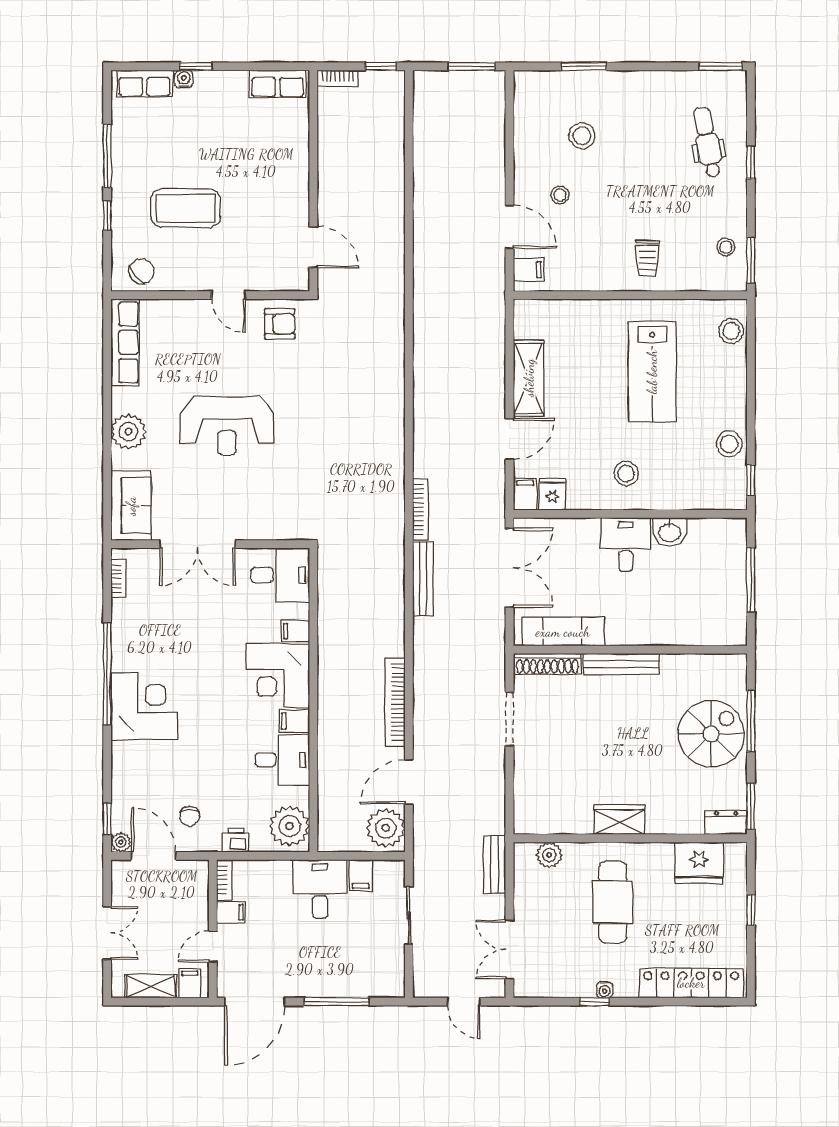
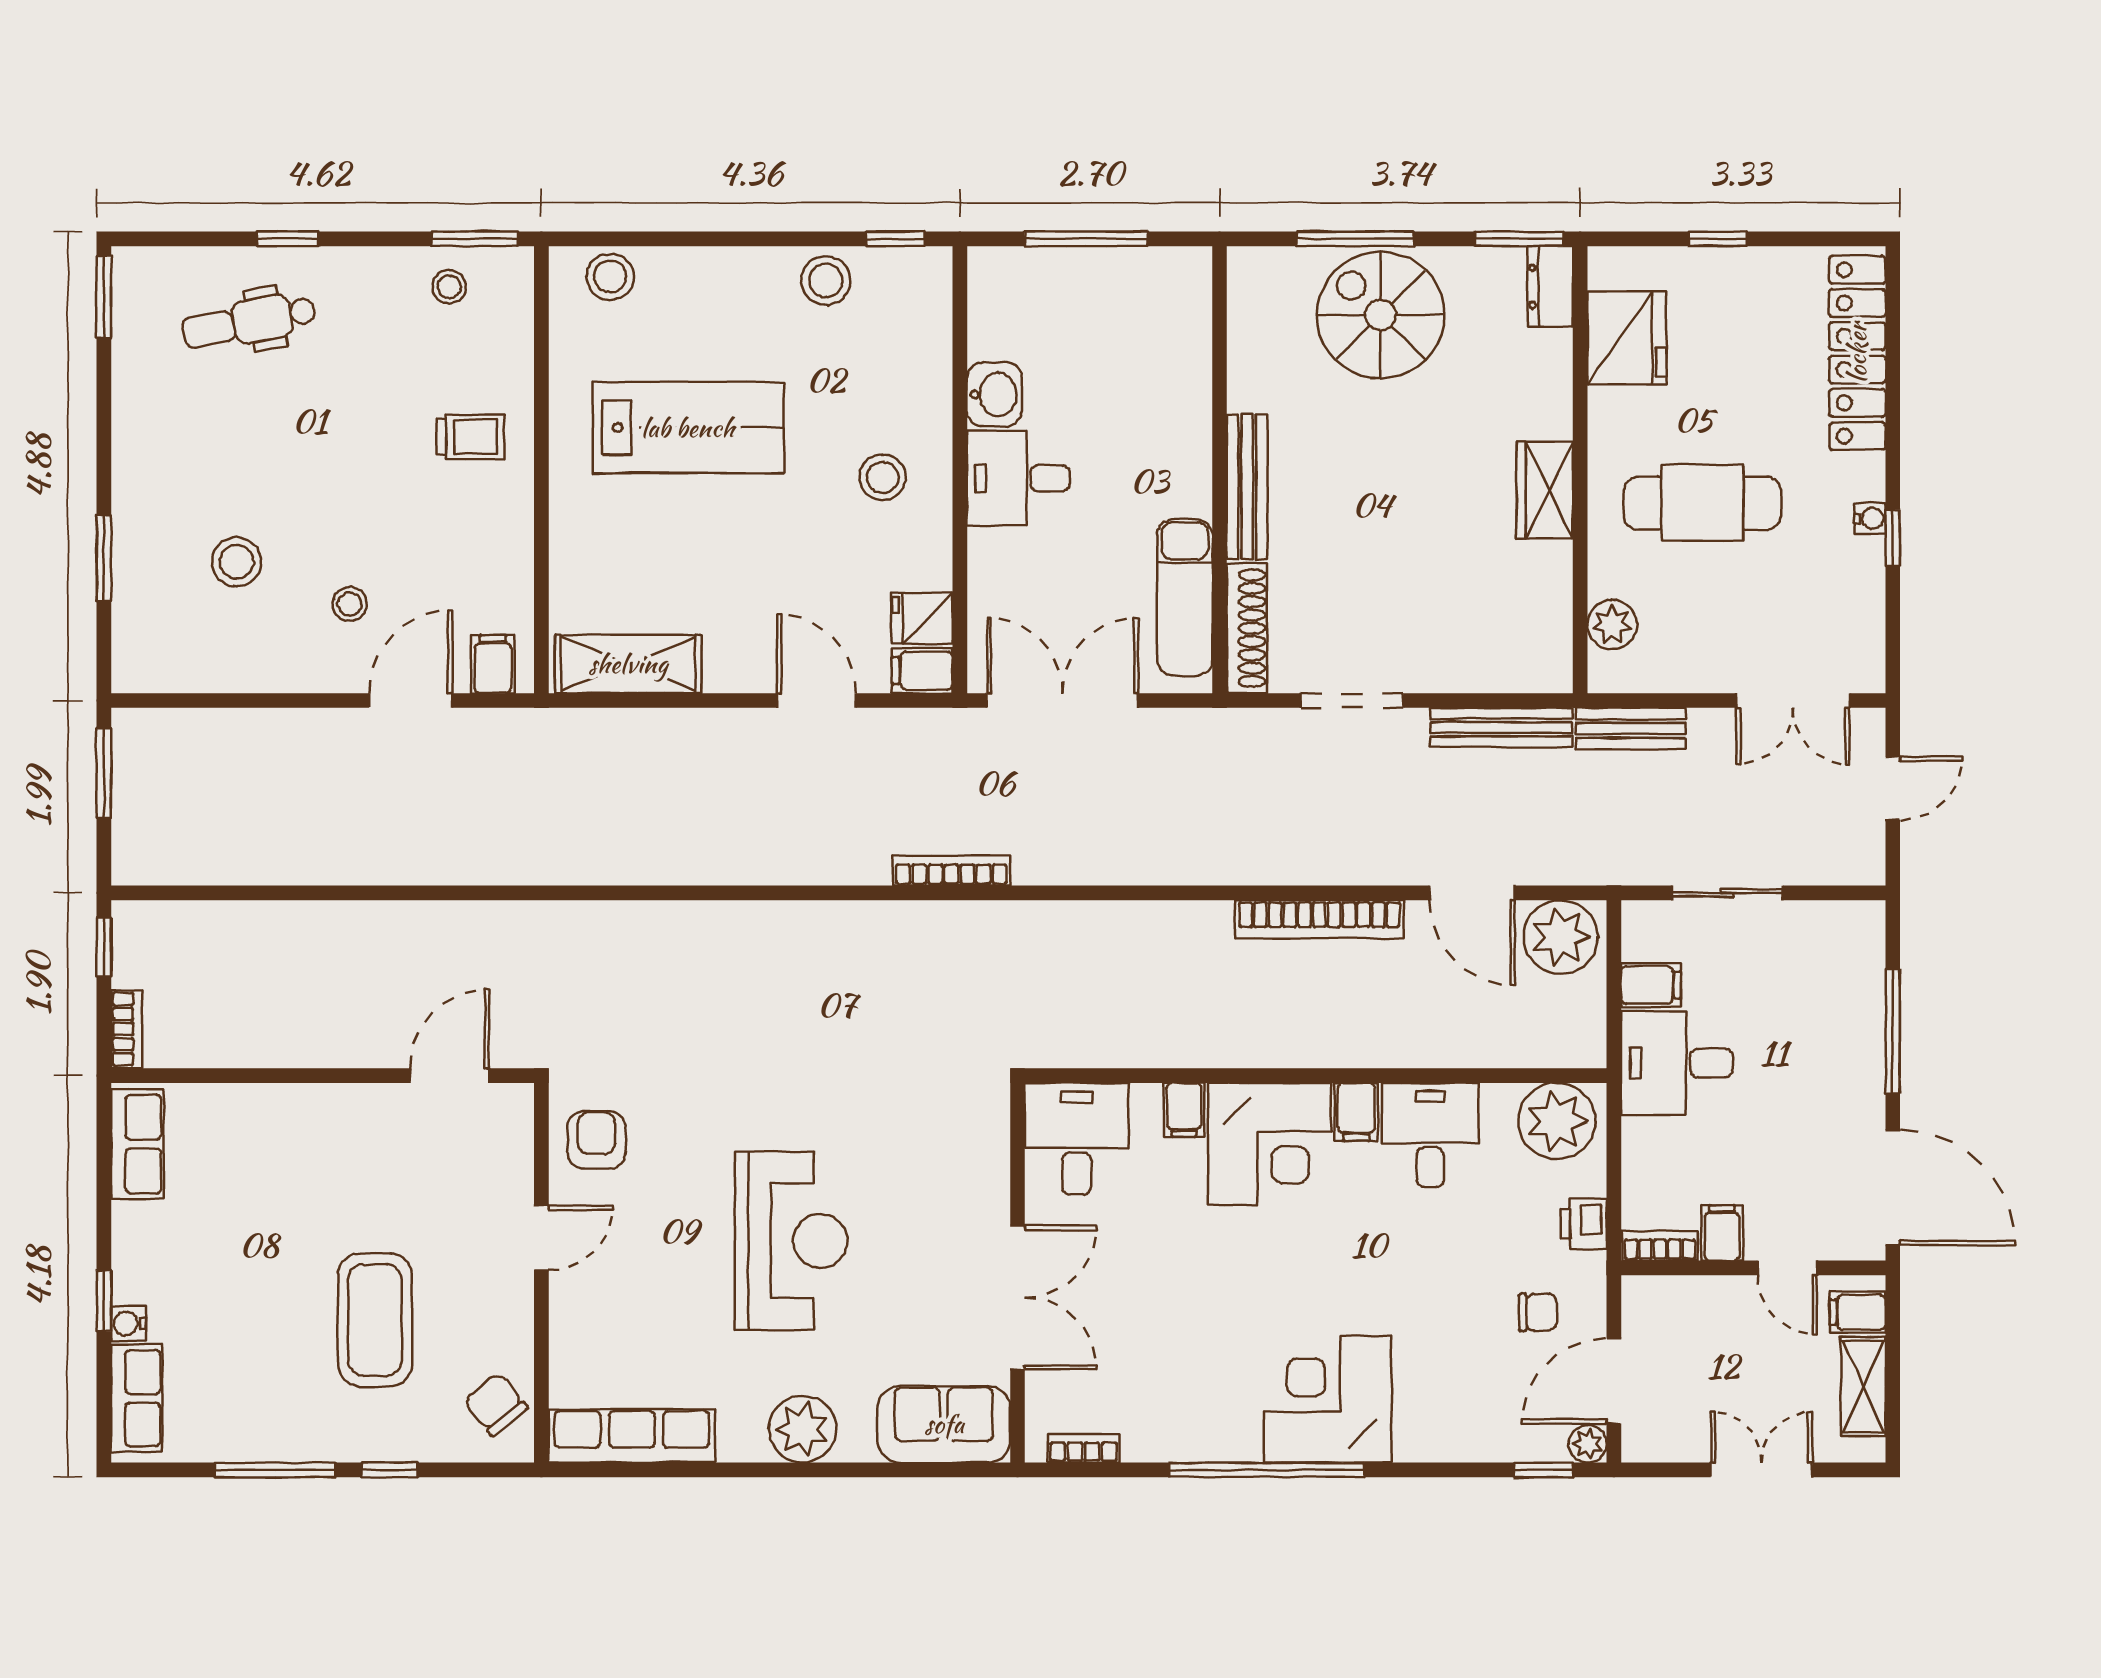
shelving: (529, 378) -> (628, 664), moved
bench: (423, 579) -> (1501, 727), moved

